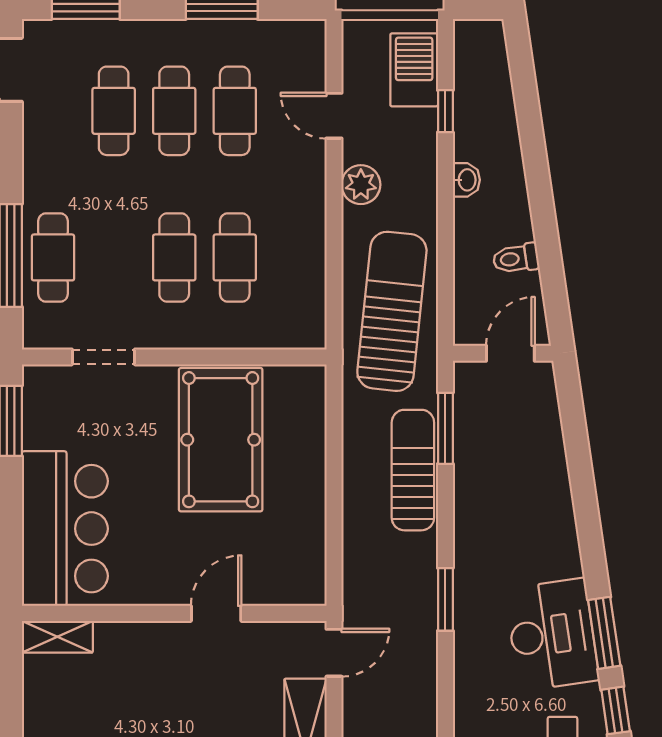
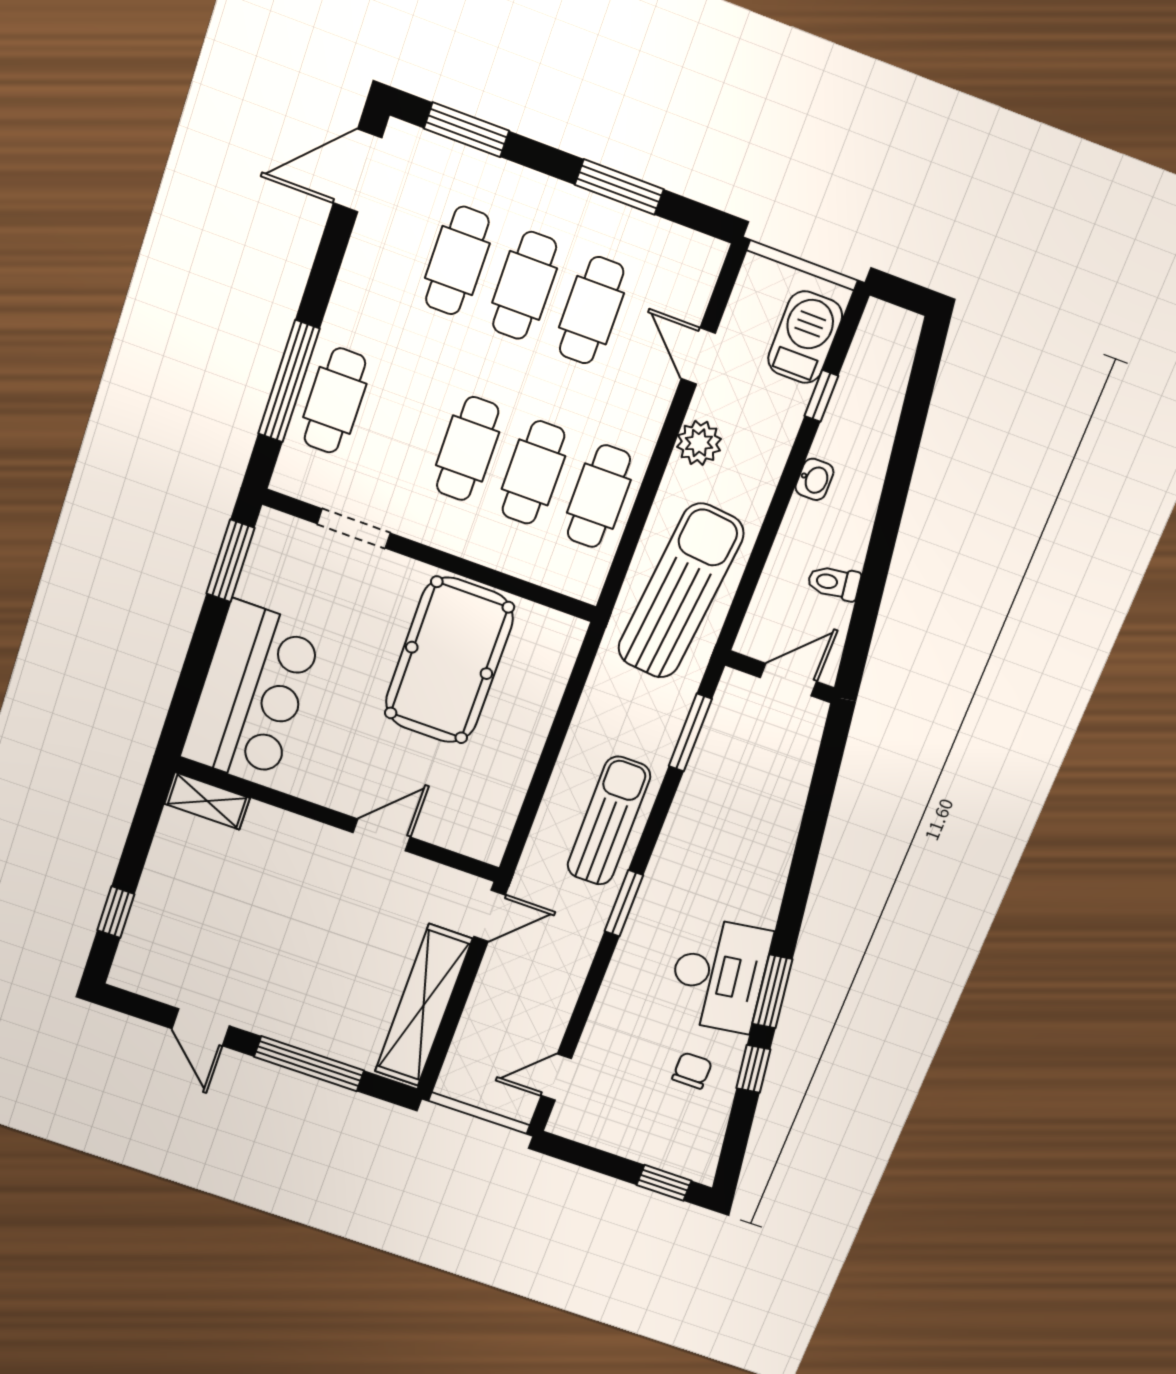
cafe table: (295, 257) -> (599, 496), added
sun lounger: (413, 470) -> (609, 821), moved

